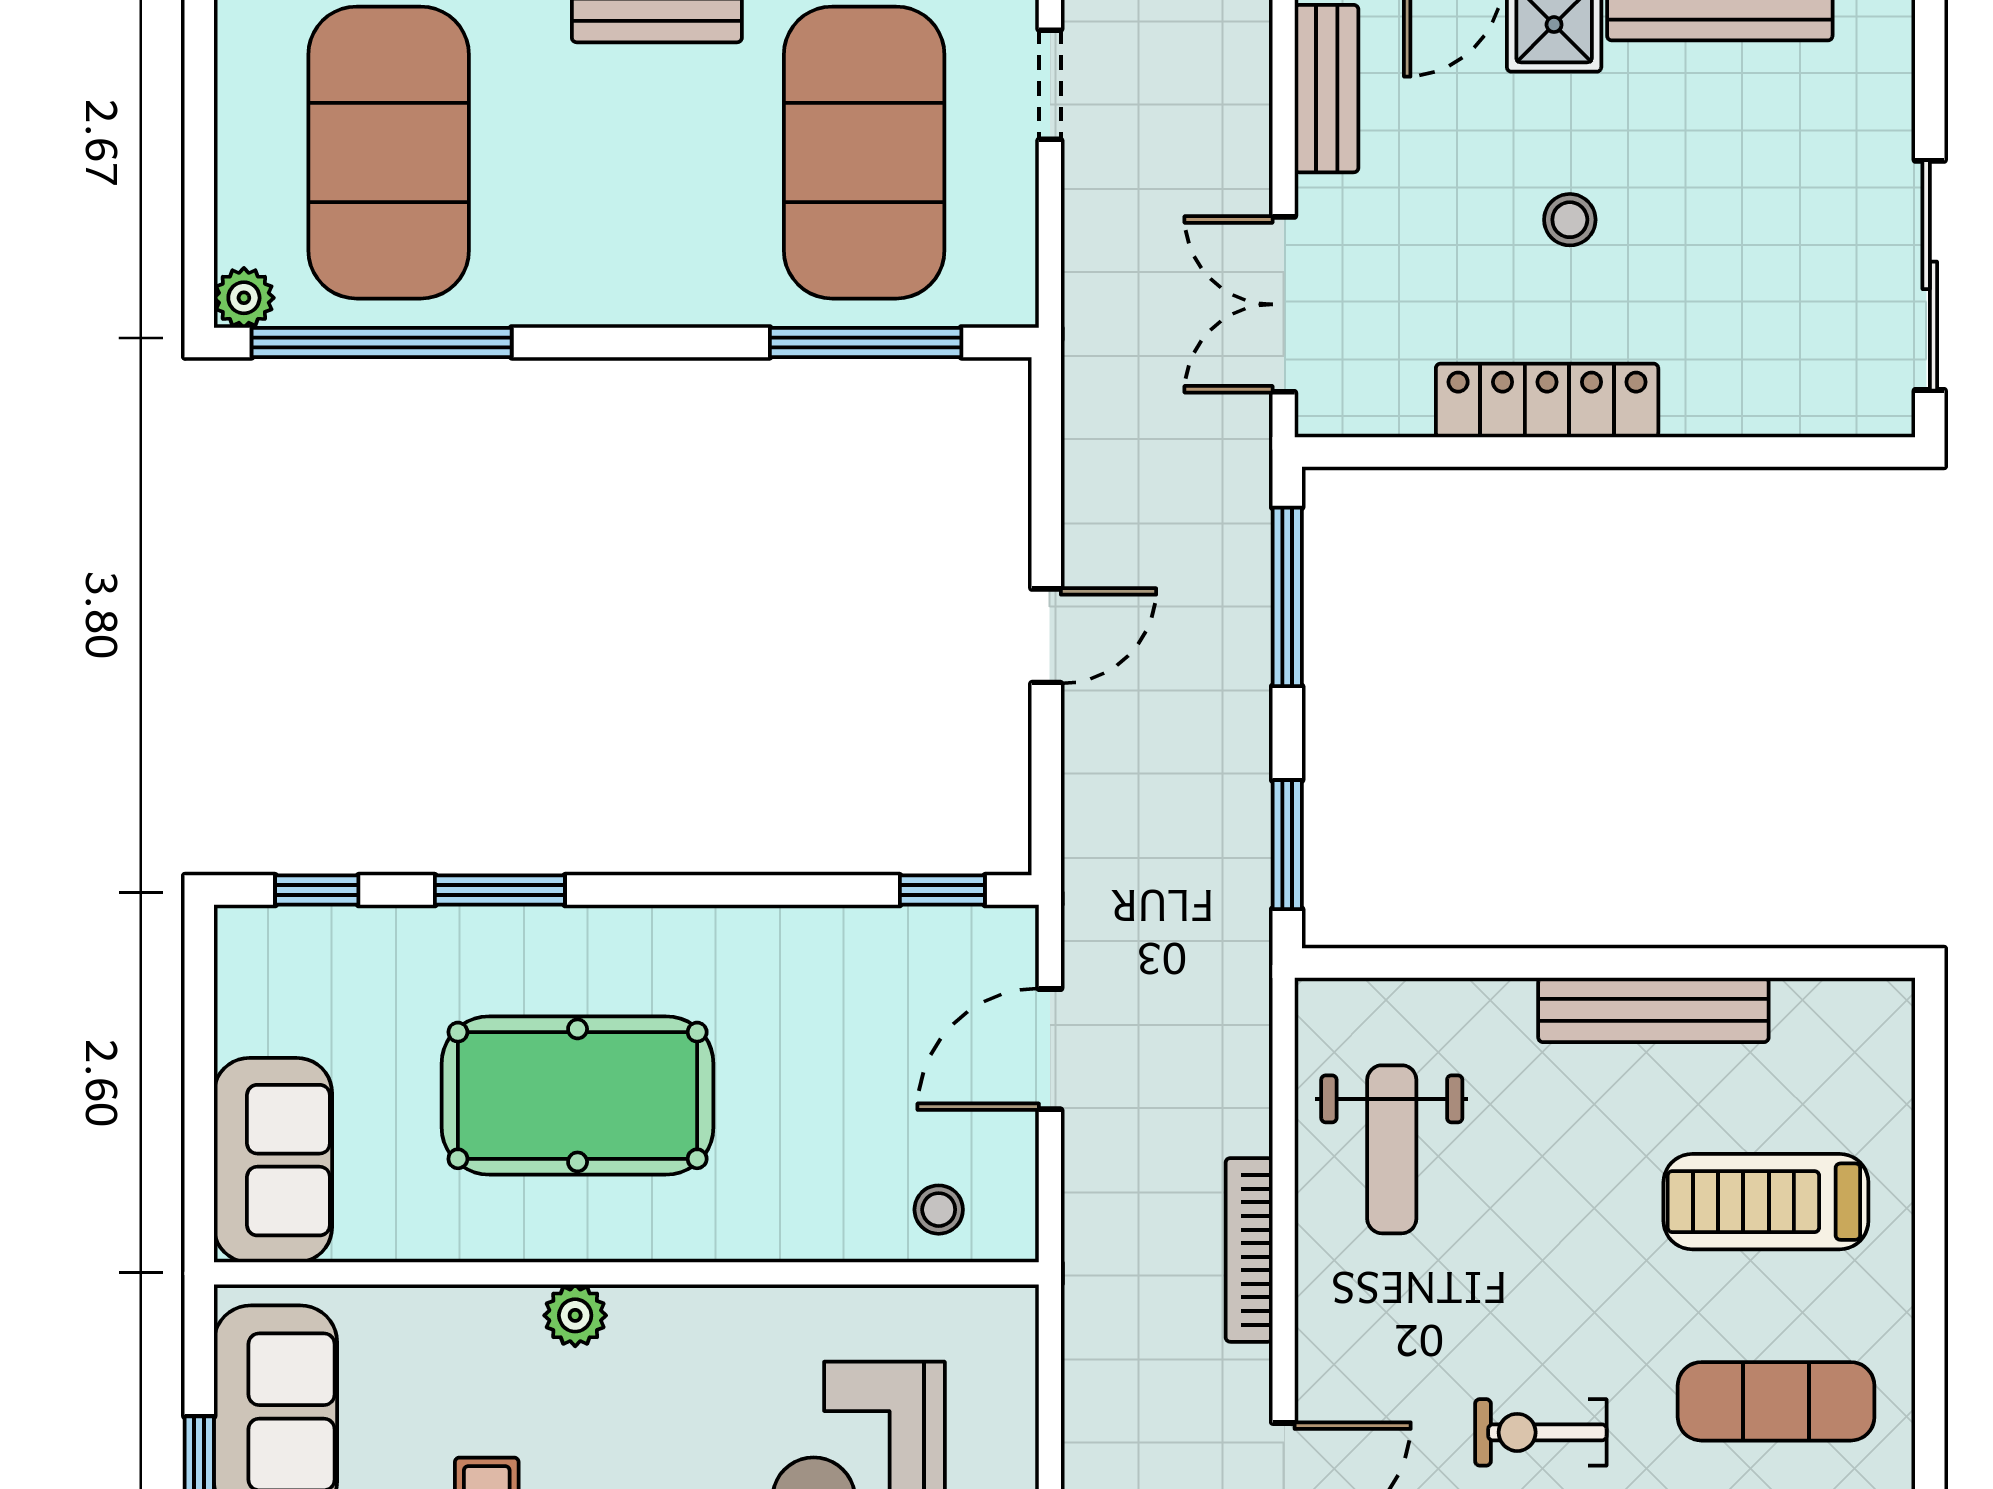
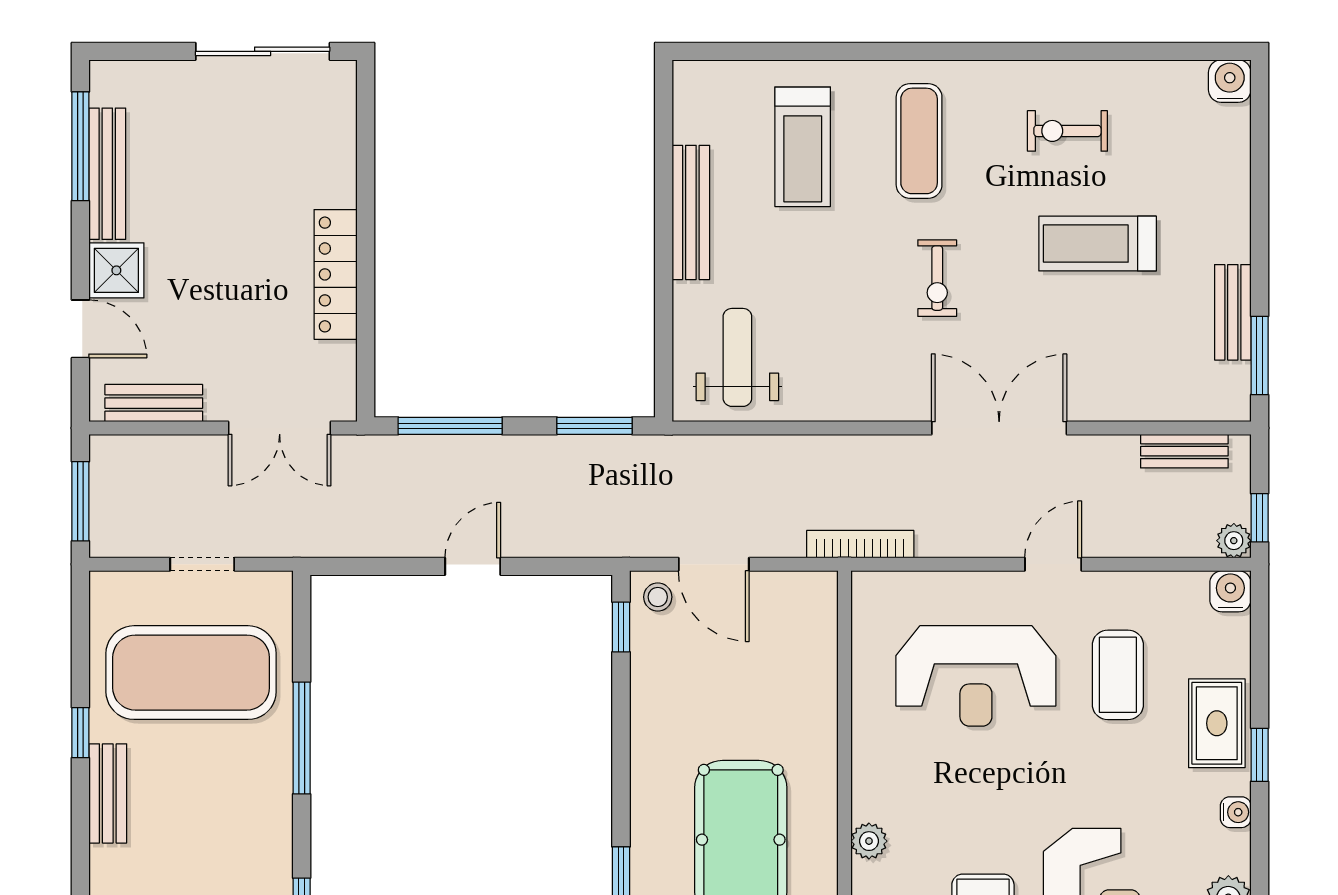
doorway: (1050, 85) -> (202, 564), moved
stool: (1570, 220) -> (230, 261), removed
window: (866, 342) -> (302, 738), moved
door: (1046, 636) -> (473, 566), hinge flipped
weight bench: (1392, 1149) -> (737, 357), moved, turned -90
stool: (939, 1210) -> (658, 597), moved
bookcase: (1249, 1250) -> (860, 544), moved, turned 180

